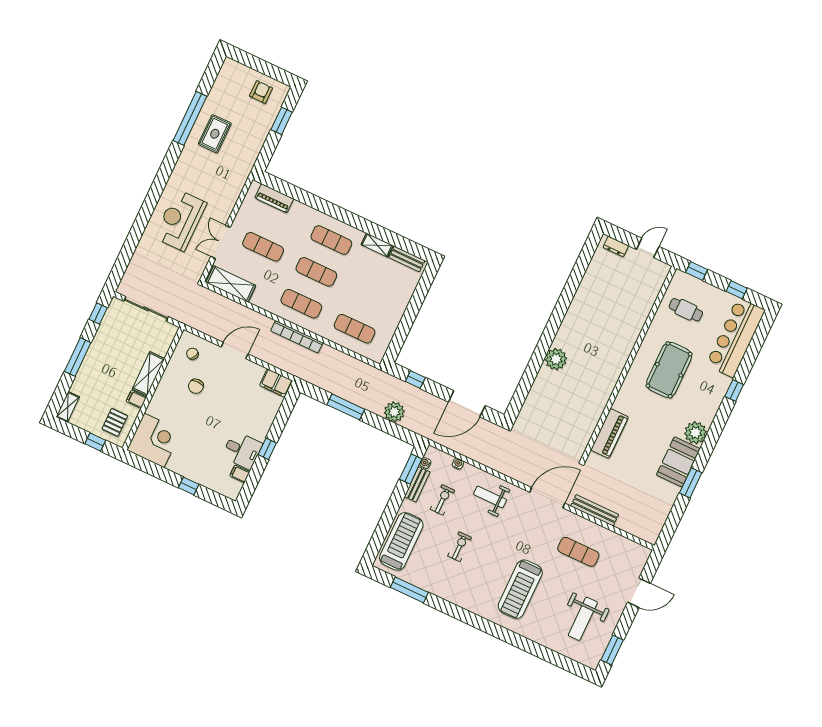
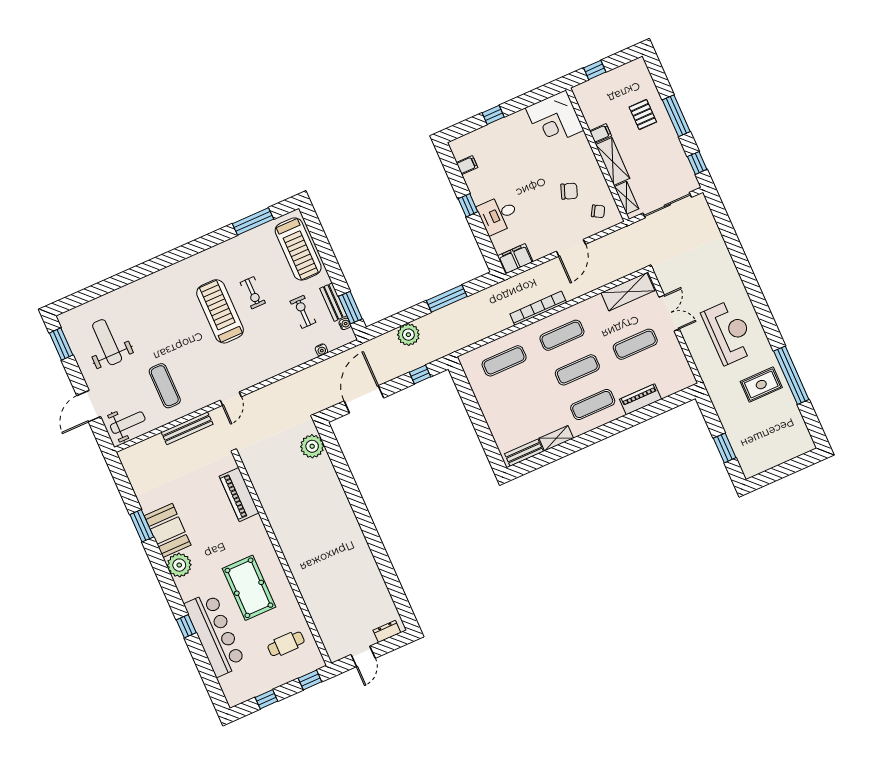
armchair: (261, 92) -> (763, 452), removed
rug: (215, 134) -> (761, 385), turned 90
piano: (274, 198) -> (640, 399), moved
reception desk: (180, 220) -> (729, 332), moved
bar counter: (736, 338) -> (215, 634), moved
plant: (556, 359) -> (312, 446), moved
chair: (196, 386) -> (569, 191), turned 110
shelving: (68, 407) -> (626, 198), moved
pallet: (115, 422) -> (643, 114), moved
desk: (242, 450) -> (498, 215), moved
weight bench: (490, 497) -> (128, 423), moved
door: (547, 498) -> (231, 399), width x0.53
exercise bike: (442, 500) -> (303, 312), turned 180
exercise mat: (578, 552) -> (165, 386), turned 90
treadmill: (520, 589) -> (220, 311), moved

